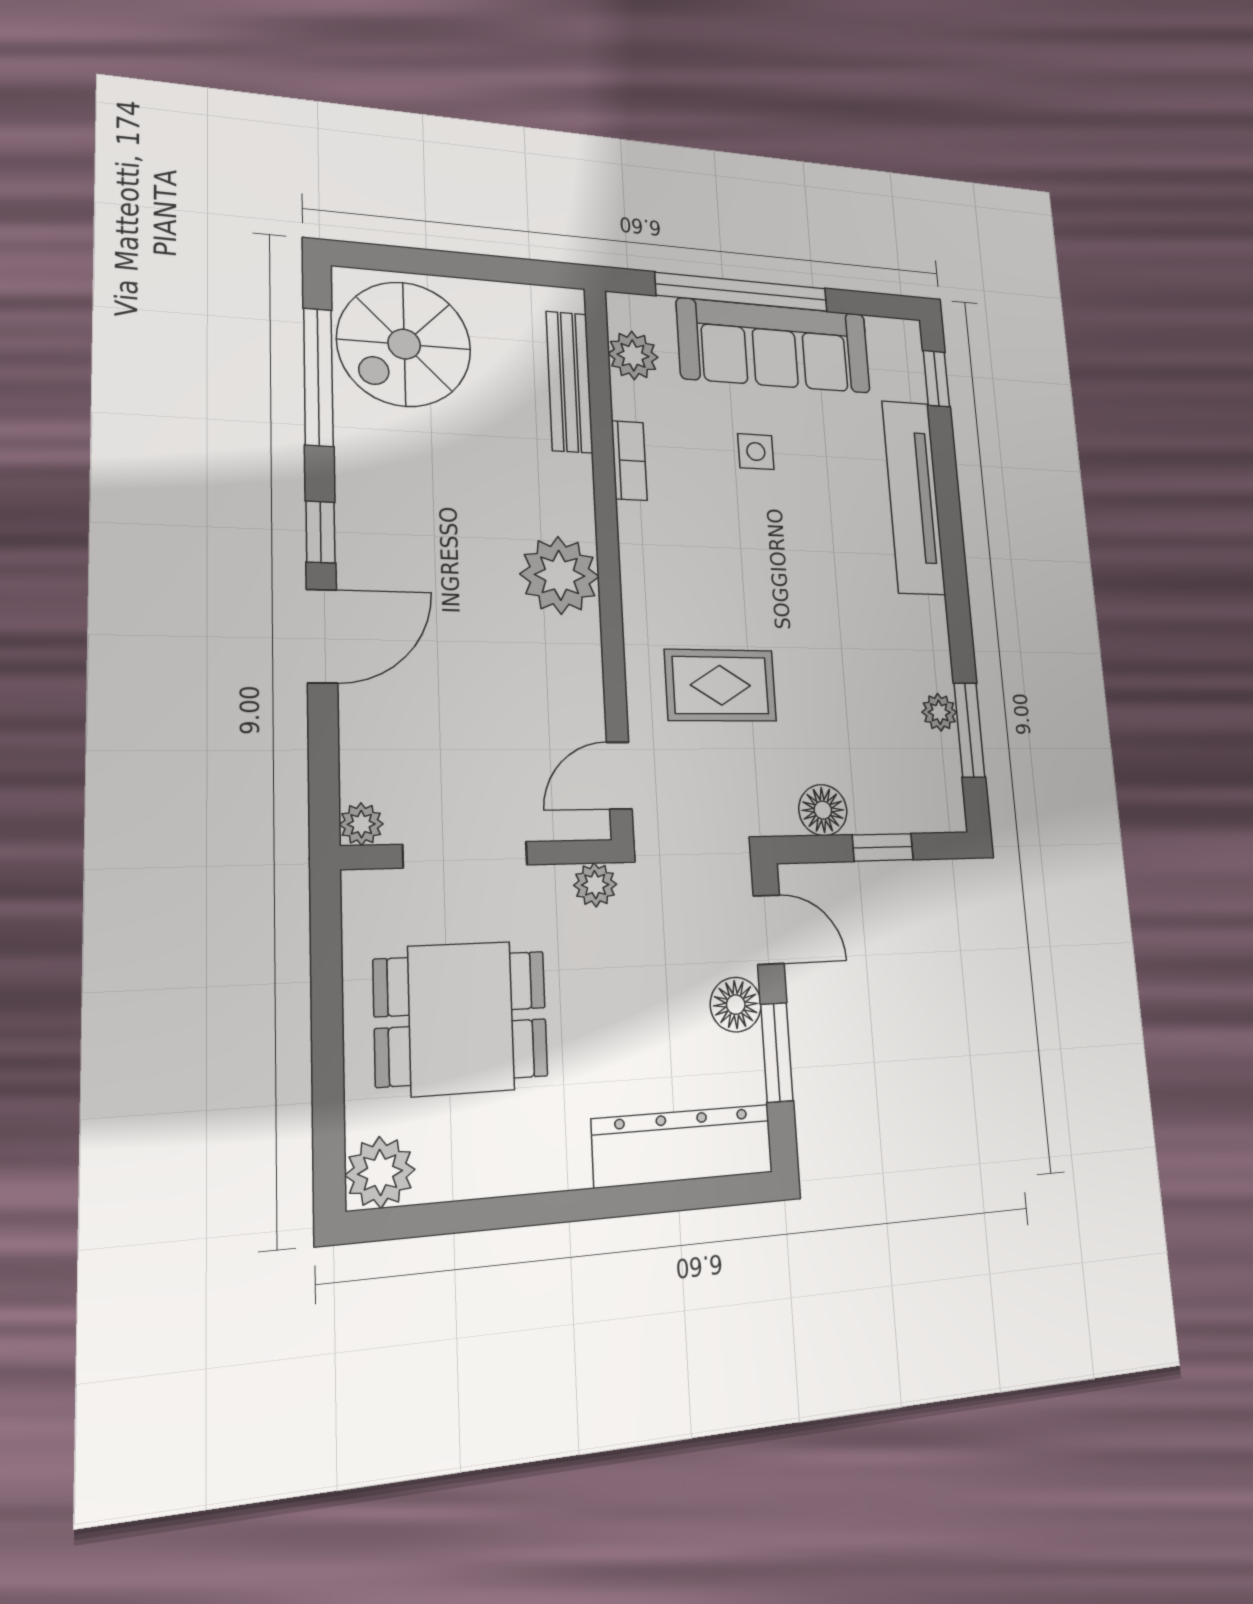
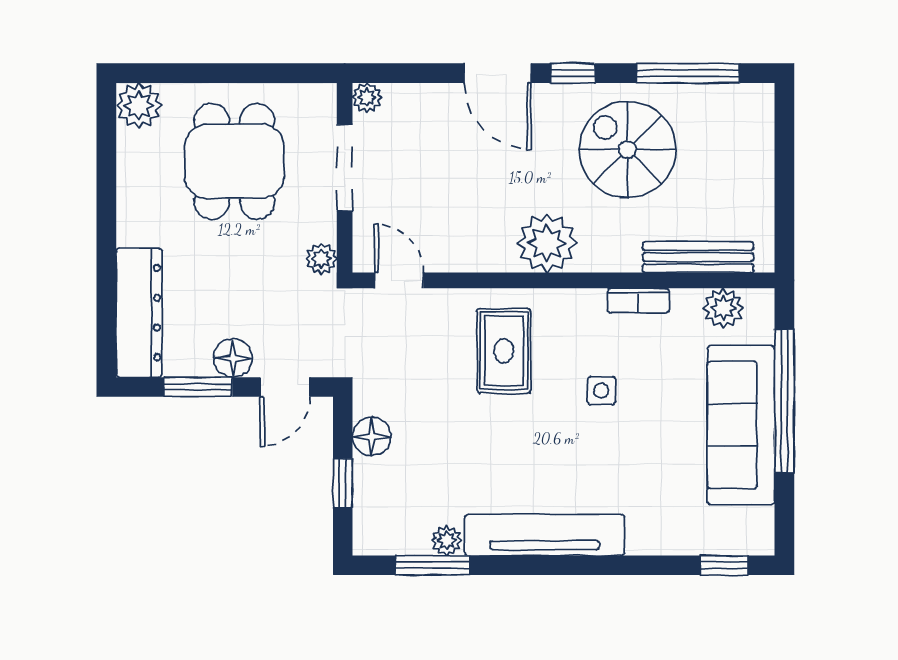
spiral stairs: (404, 344) -> (627, 150), moved
side table: (756, 452) -> (601, 391), moved
tv unit: (914, 497) -> (545, 535), moved
rug: (721, 685) -> (504, 351), moved

